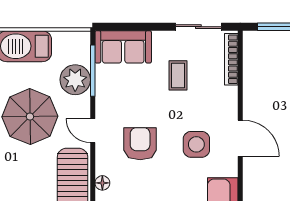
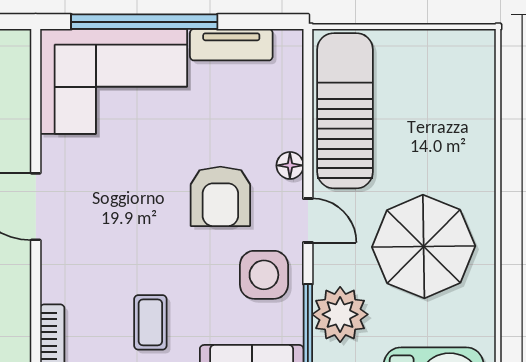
side table: (196, 144) -> (264, 275), moved
floor lamp: (102, 183) -> (290, 165), moved

